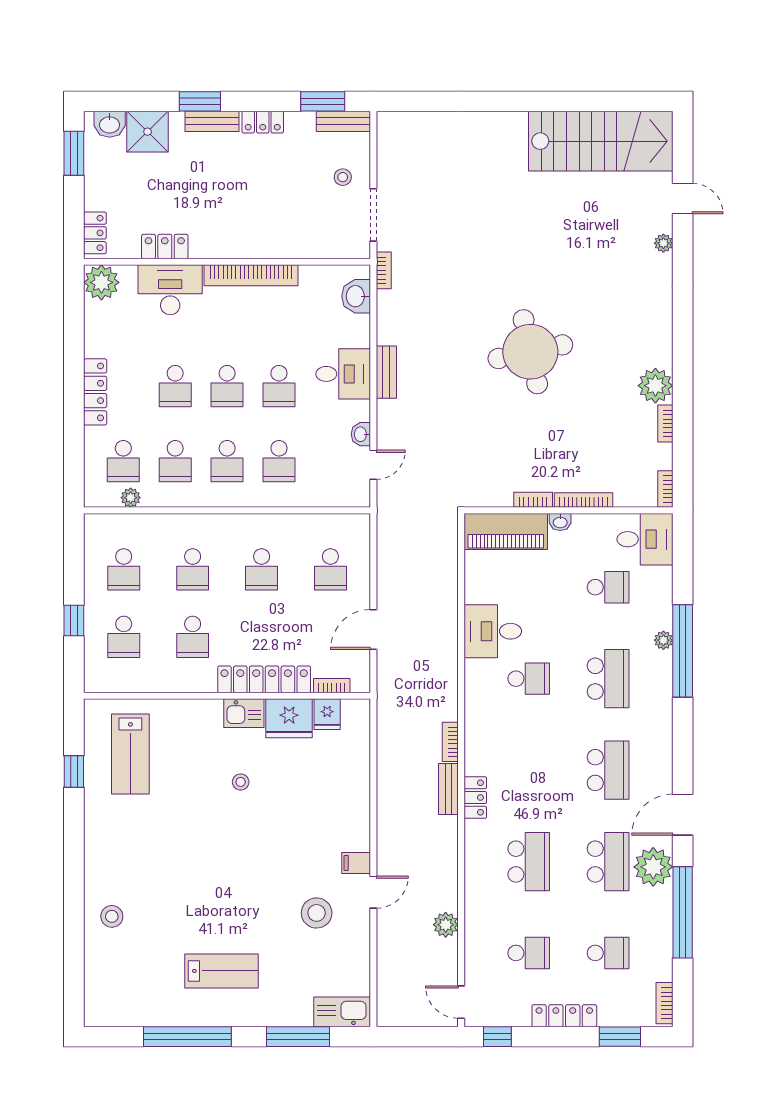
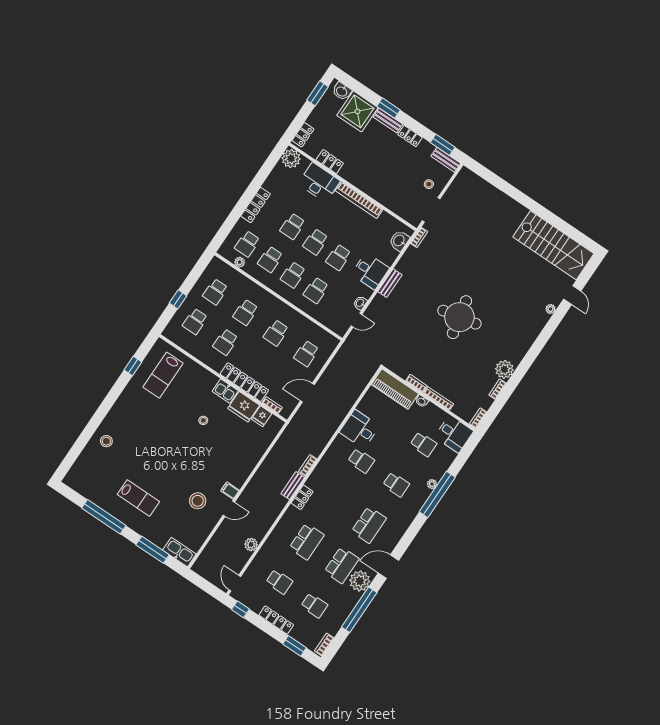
shower: (148, 132) -> (357, 111), width x1.37, depth x1.37
school desk: (608, 679) -> (396, 484), width x0.54

